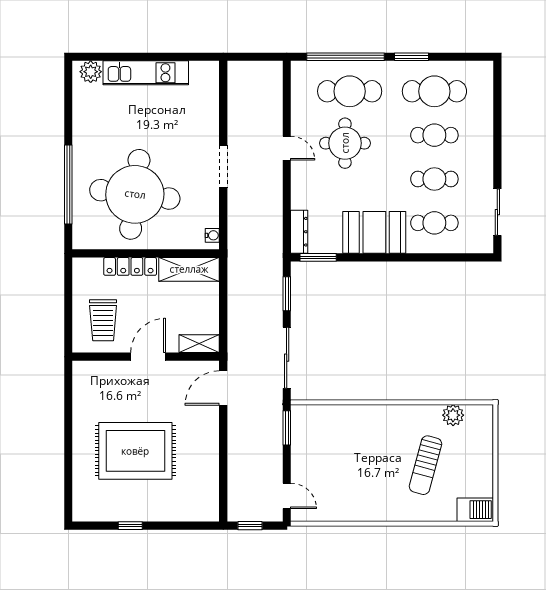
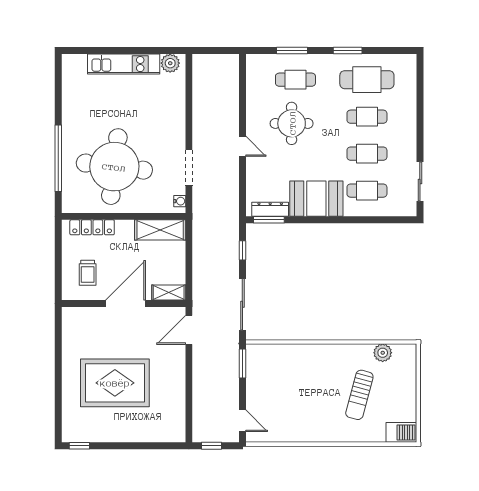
window: (346, 57) -> (292, 51), width x0.47
plant: (91, 72) -> (170, 63), moved
cafe table: (350, 91) -> (295, 80), width x0.73, depth x0.74
door: (287, 148) -> (242, 146), moved
doorway: (223, 167) -> (189, 168), moved
dresser: (299, 232) -> (270, 209), moved, turned -90
locker: (130, 266) -> (92, 227), moved
window: (287, 294) -> (242, 250), width x0.67
trolley: (103, 320) -> (88, 273), width x0.73, depth x0.72
door: (148, 357) -> (126, 303), width x1.36
window: (130, 526) -> (79, 446), moved

